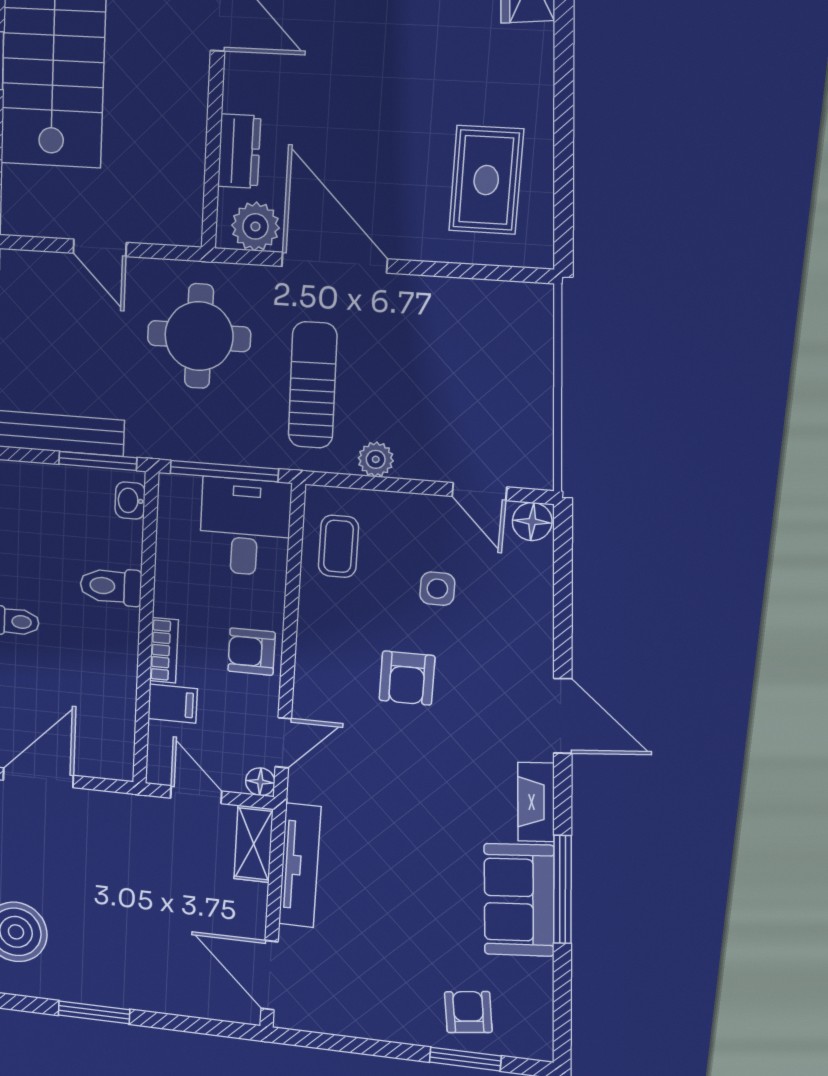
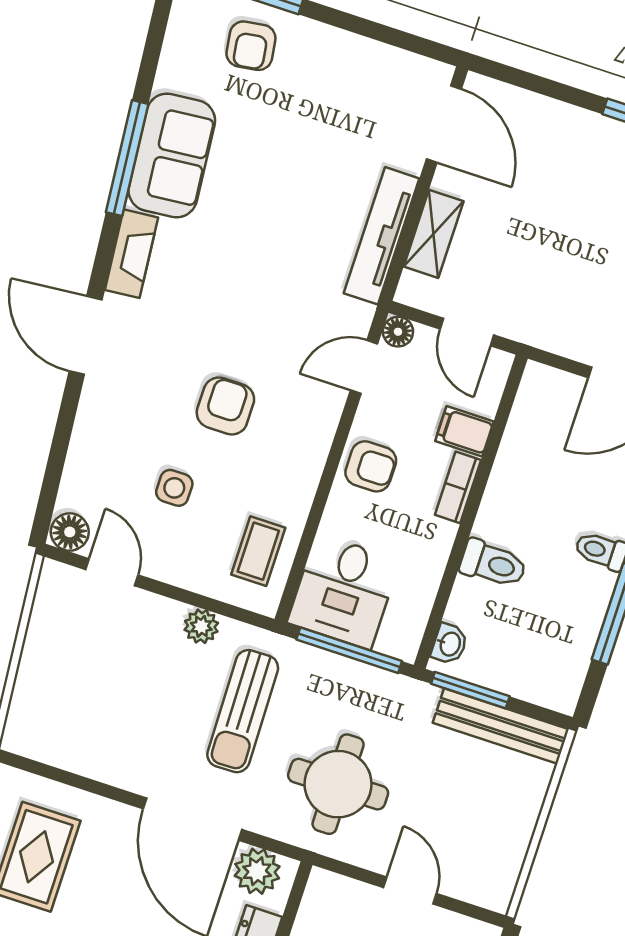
shelving: (254, 844) -> (434, 234), moved

